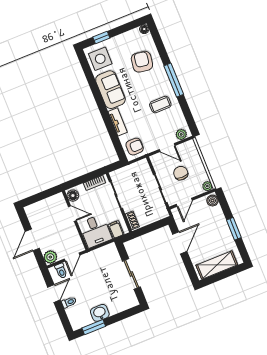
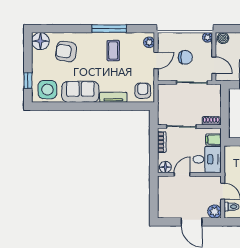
floor lamp: (144, 29) -> (40, 41), width x1.89, depth x1.89
window: (174, 80) -> (109, 29), moved
chair: (181, 173) -> (185, 57), turned 180

